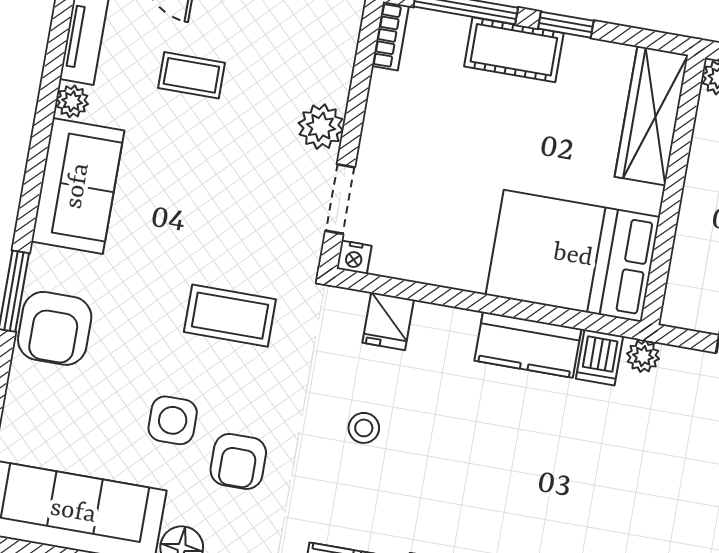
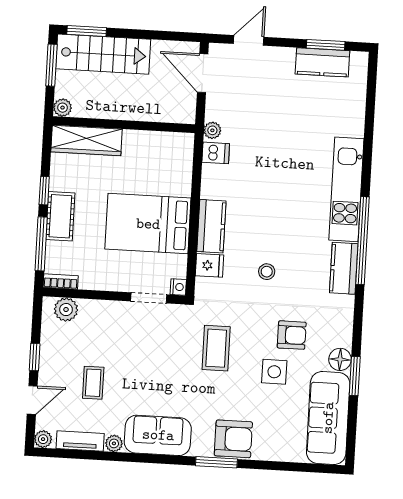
plant: (321, 127) -> (66, 310), moved
bed: (573, 256) -> (148, 224), moved, turned 90
kitchen counter: (528, 345) -> (211, 226), moved

